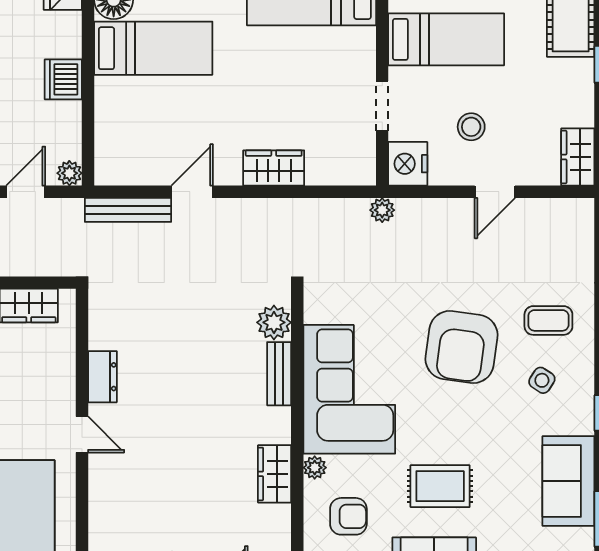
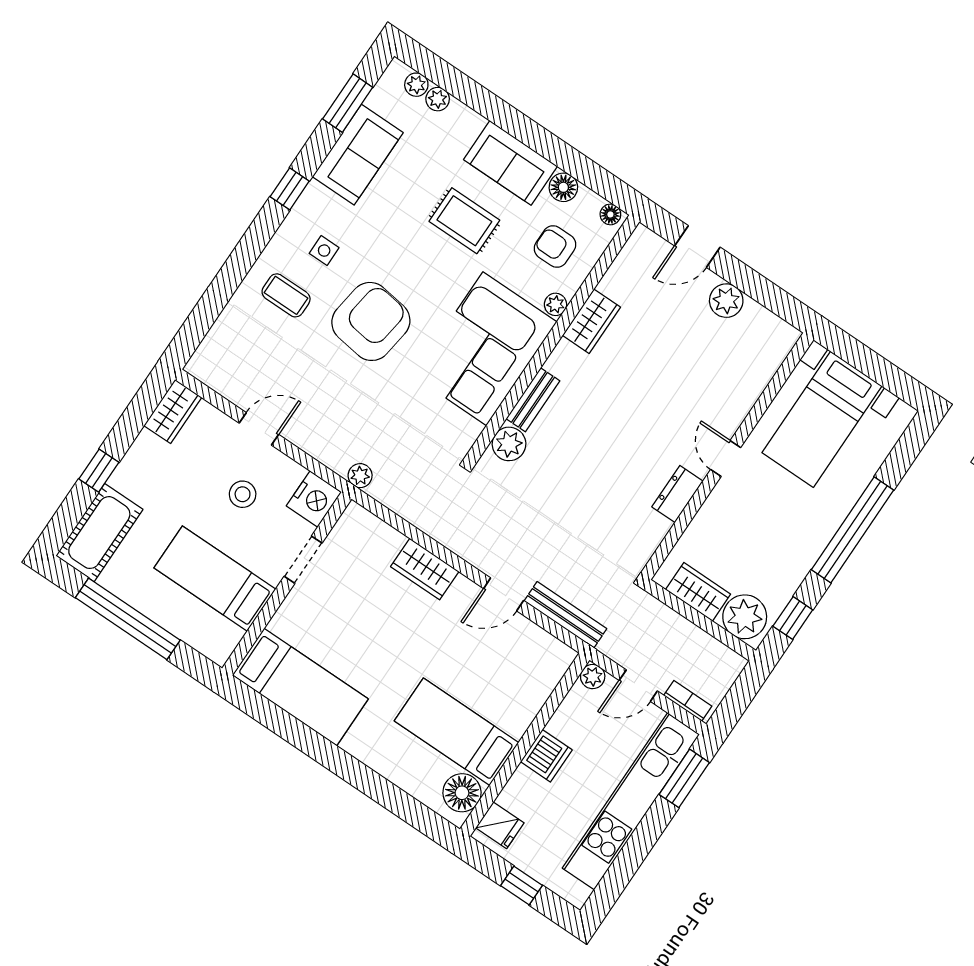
side table: (542, 380) -> (324, 251), turned -33

